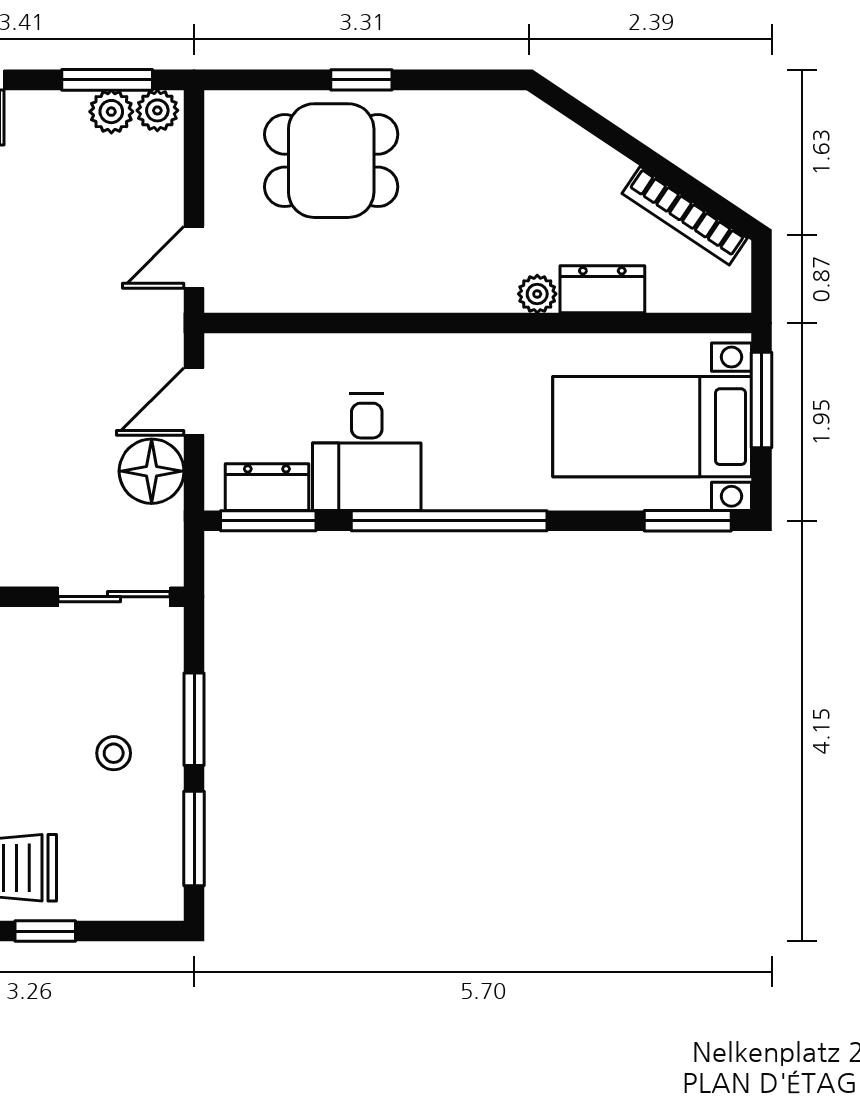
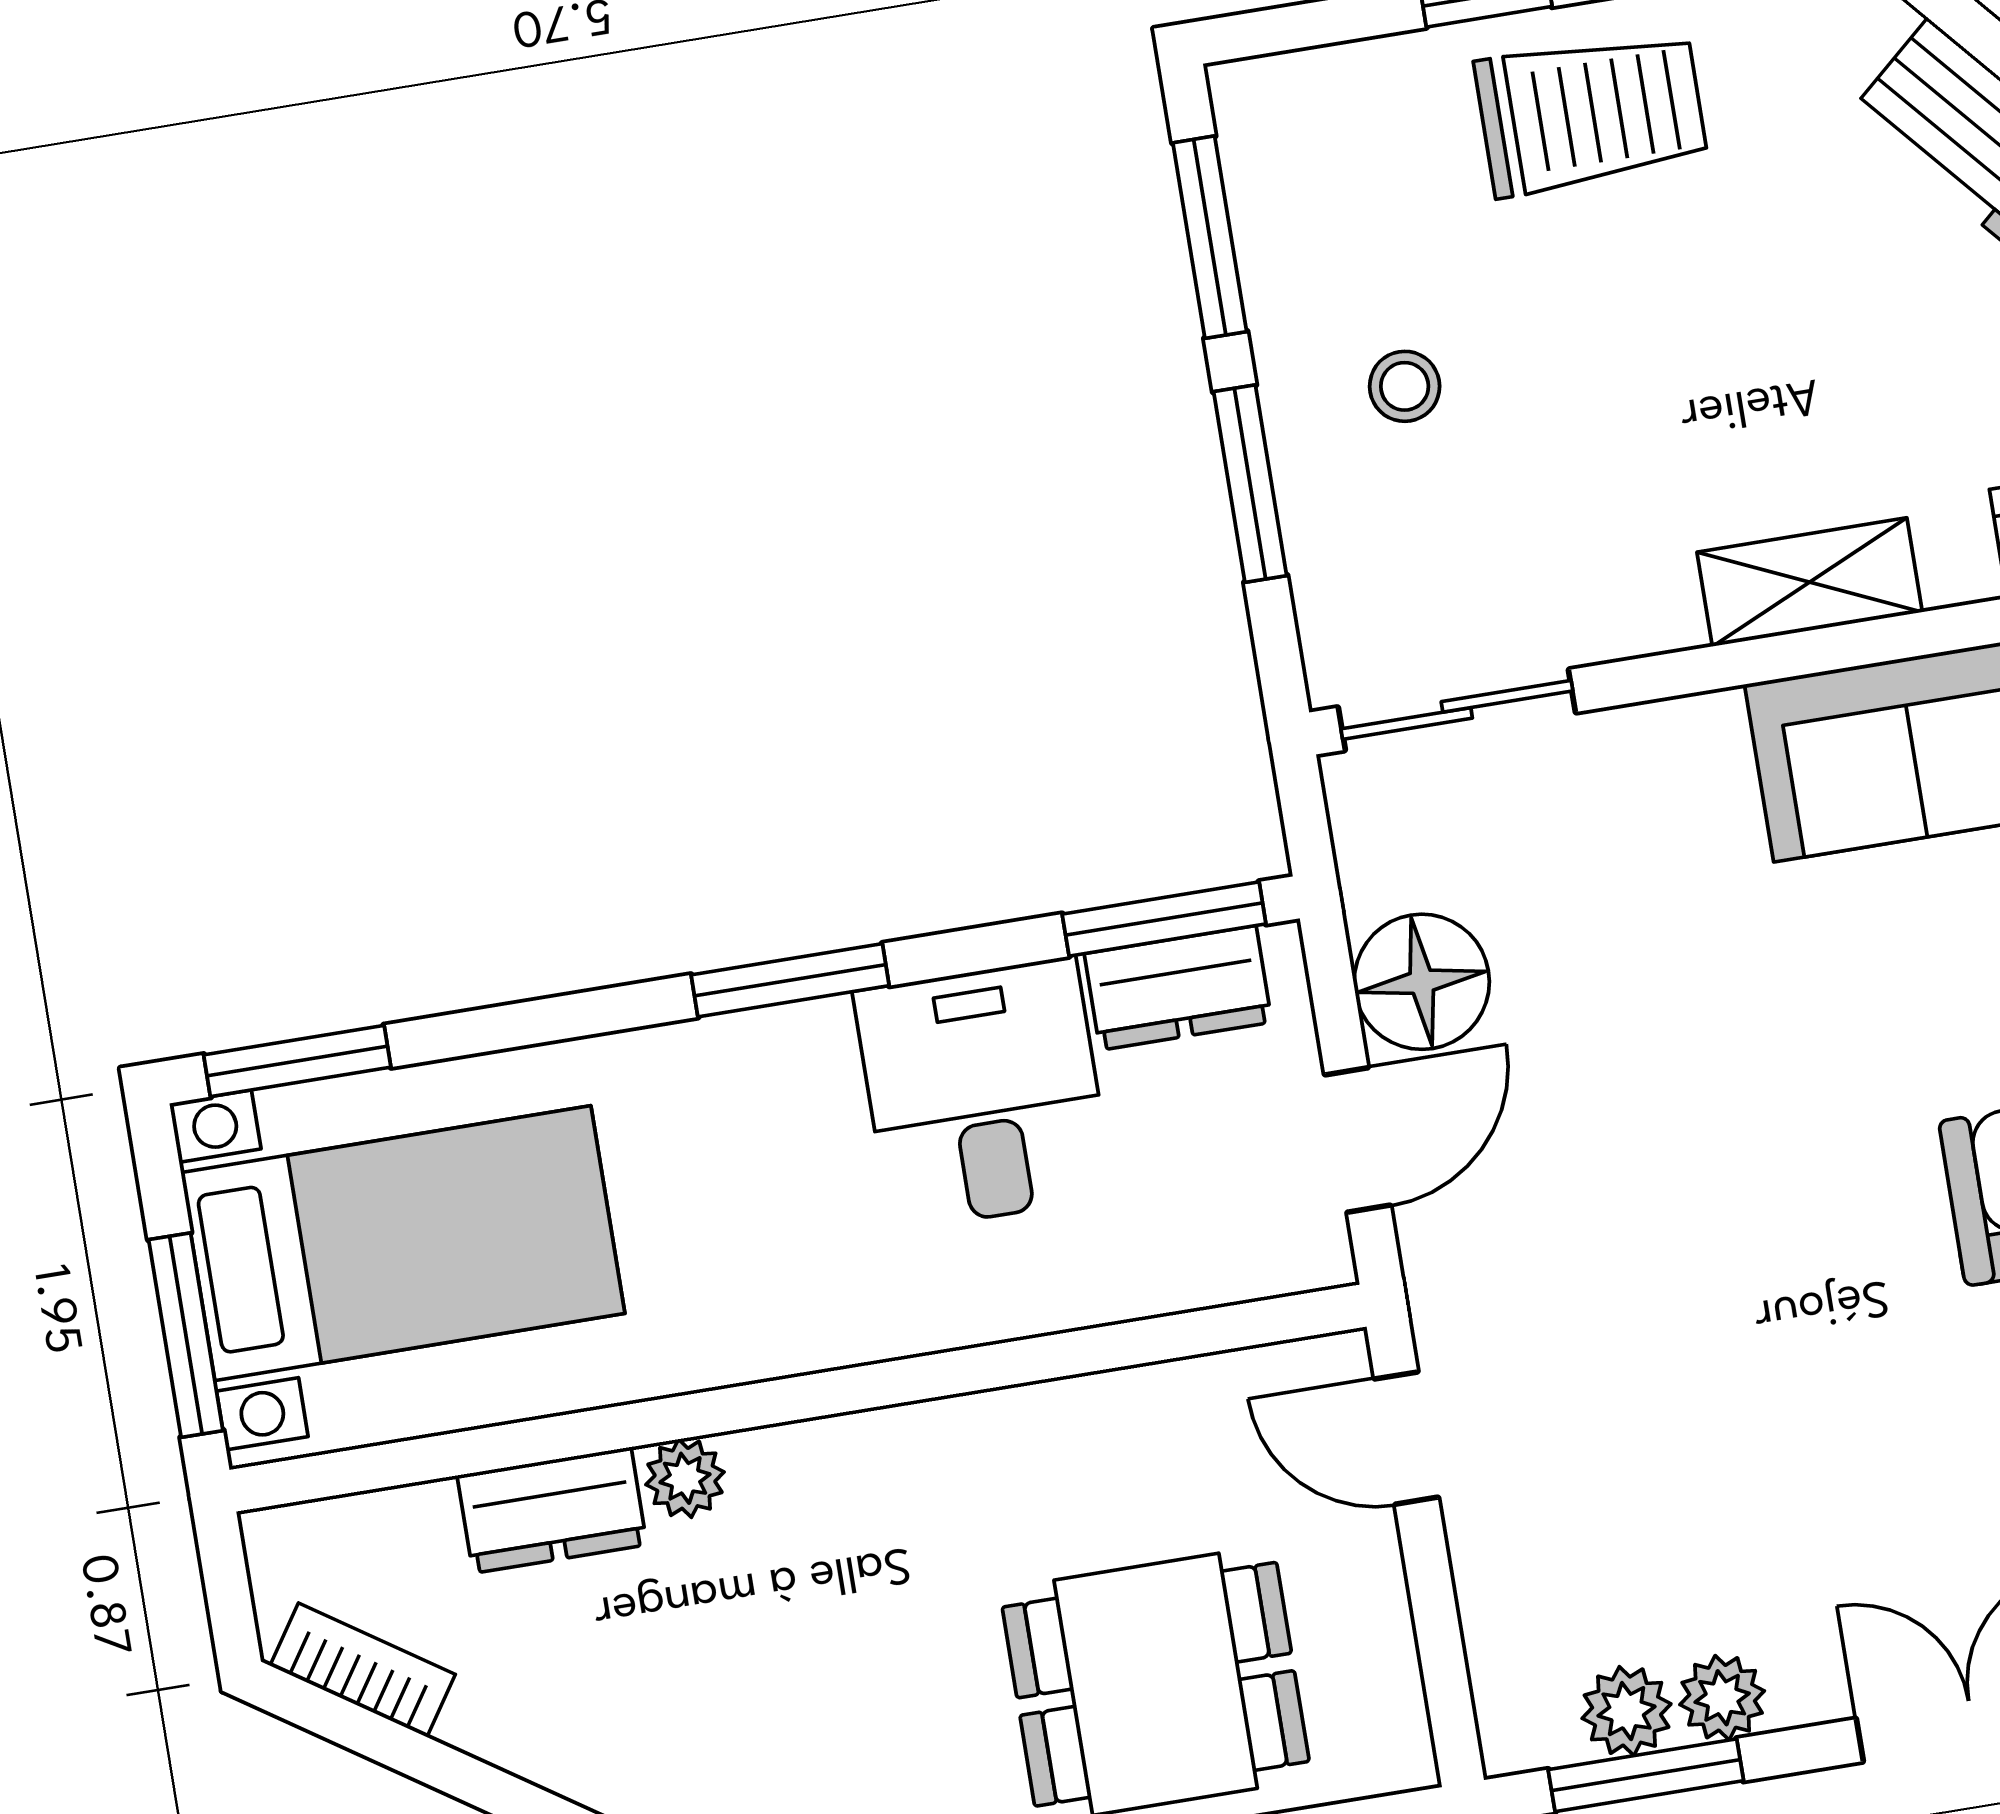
plant: (157, 110) -> (1722, 1698), moved
bookcase: (685, 216) -> (363, 1670), width x0.64
door: (194, 257) -> (1406, 1438), swing flipped
window: (449, 521) -> (790, 980), width x0.47

